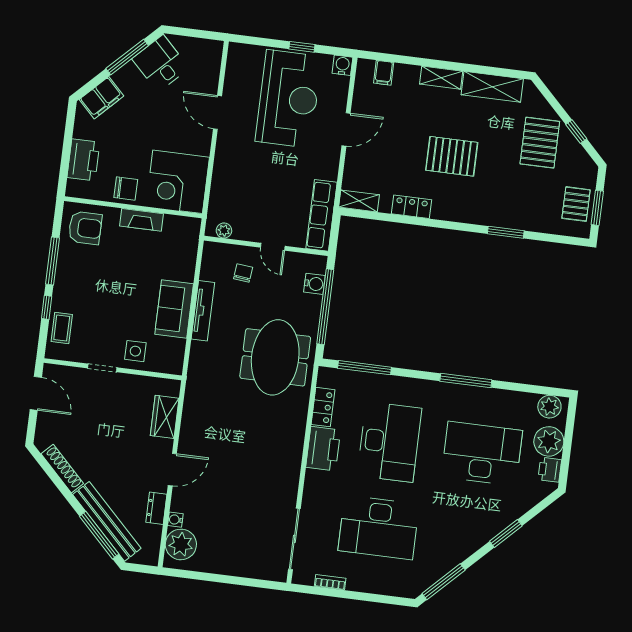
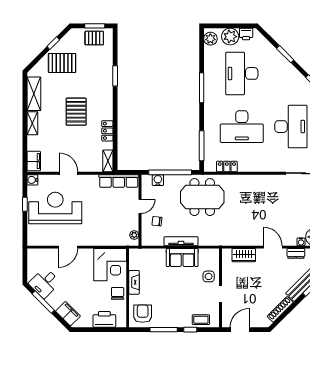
filing cabinet: (384, 73) -> (34, 161), width x2.00
desk: (389, 442) -> (242, 127), turned 180
printer: (323, 449) -> (250, 163), removed

